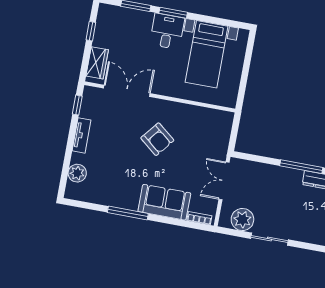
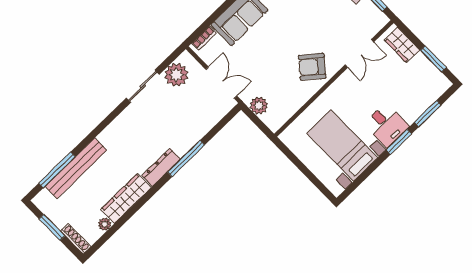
window: (91, 31) -> (433, 59), width x1.50
double door: (127, 91) -> (359, 53), width x0.73
armchair: (157, 139) -> (312, 67), moved
plant: (221, 140) -> (259, 106), added

